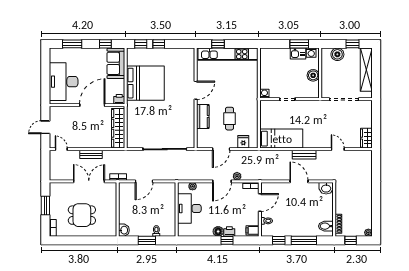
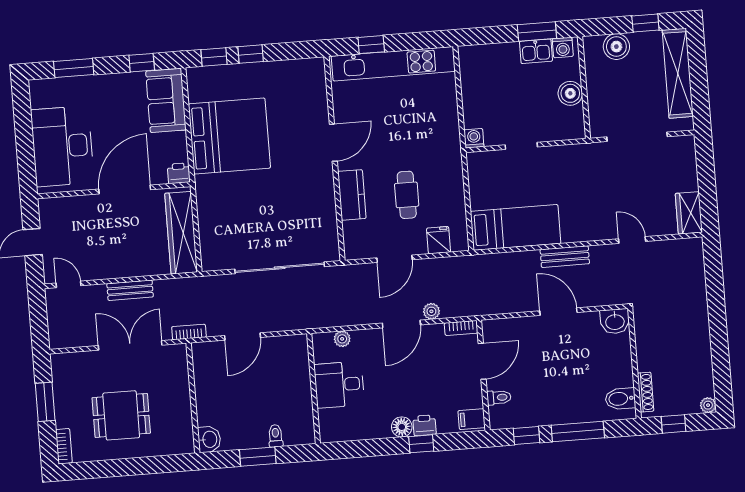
desk: (189, 208) -> (339, 385), width x0.73

